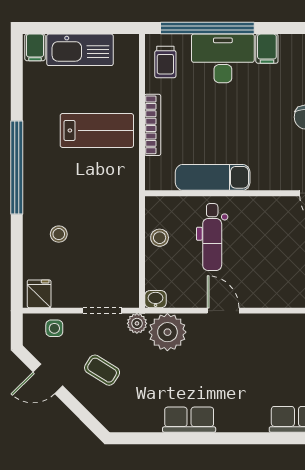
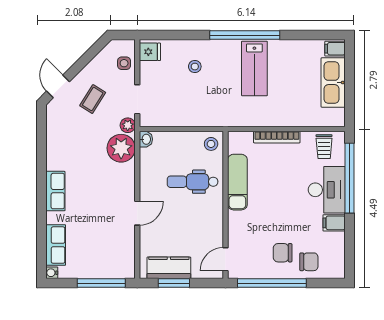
trolley: (165, 62) -> (324, 147), turned -90
lab bench: (97, 130) -> (254, 68), moved
stool: (160, 238) -> (211, 144), moved
door: (223, 311) -> (137, 213), moved
door: (48, 379) -> (58, 86), moved
row of seats: (189, 420) -> (55, 191), moved

